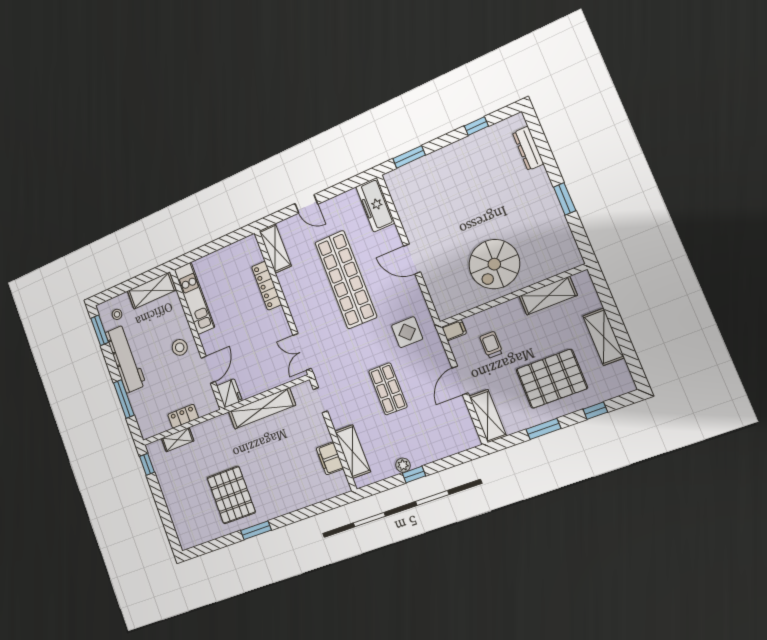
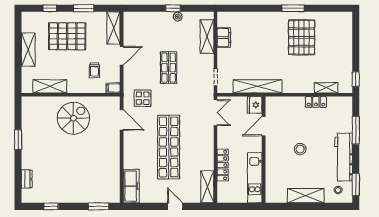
dresser: (528, 148) -> (27, 179), width x0.70
door: (412, 259) -> (122, 120), moved
kitchen unit: (194, 298) -> (255, 178), moved
wall: (197, 339) -> (264, 150), moved
door: (208, 370) -> (264, 126), moved
fridge: (229, 393) -> (255, 105), moved

